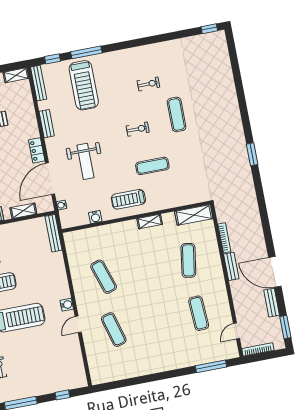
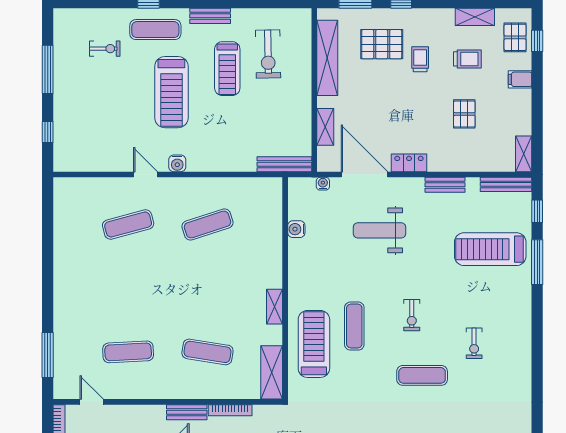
treadmill: (128, 199) -> (314, 344), moved, width x1.37, depth x1.38

